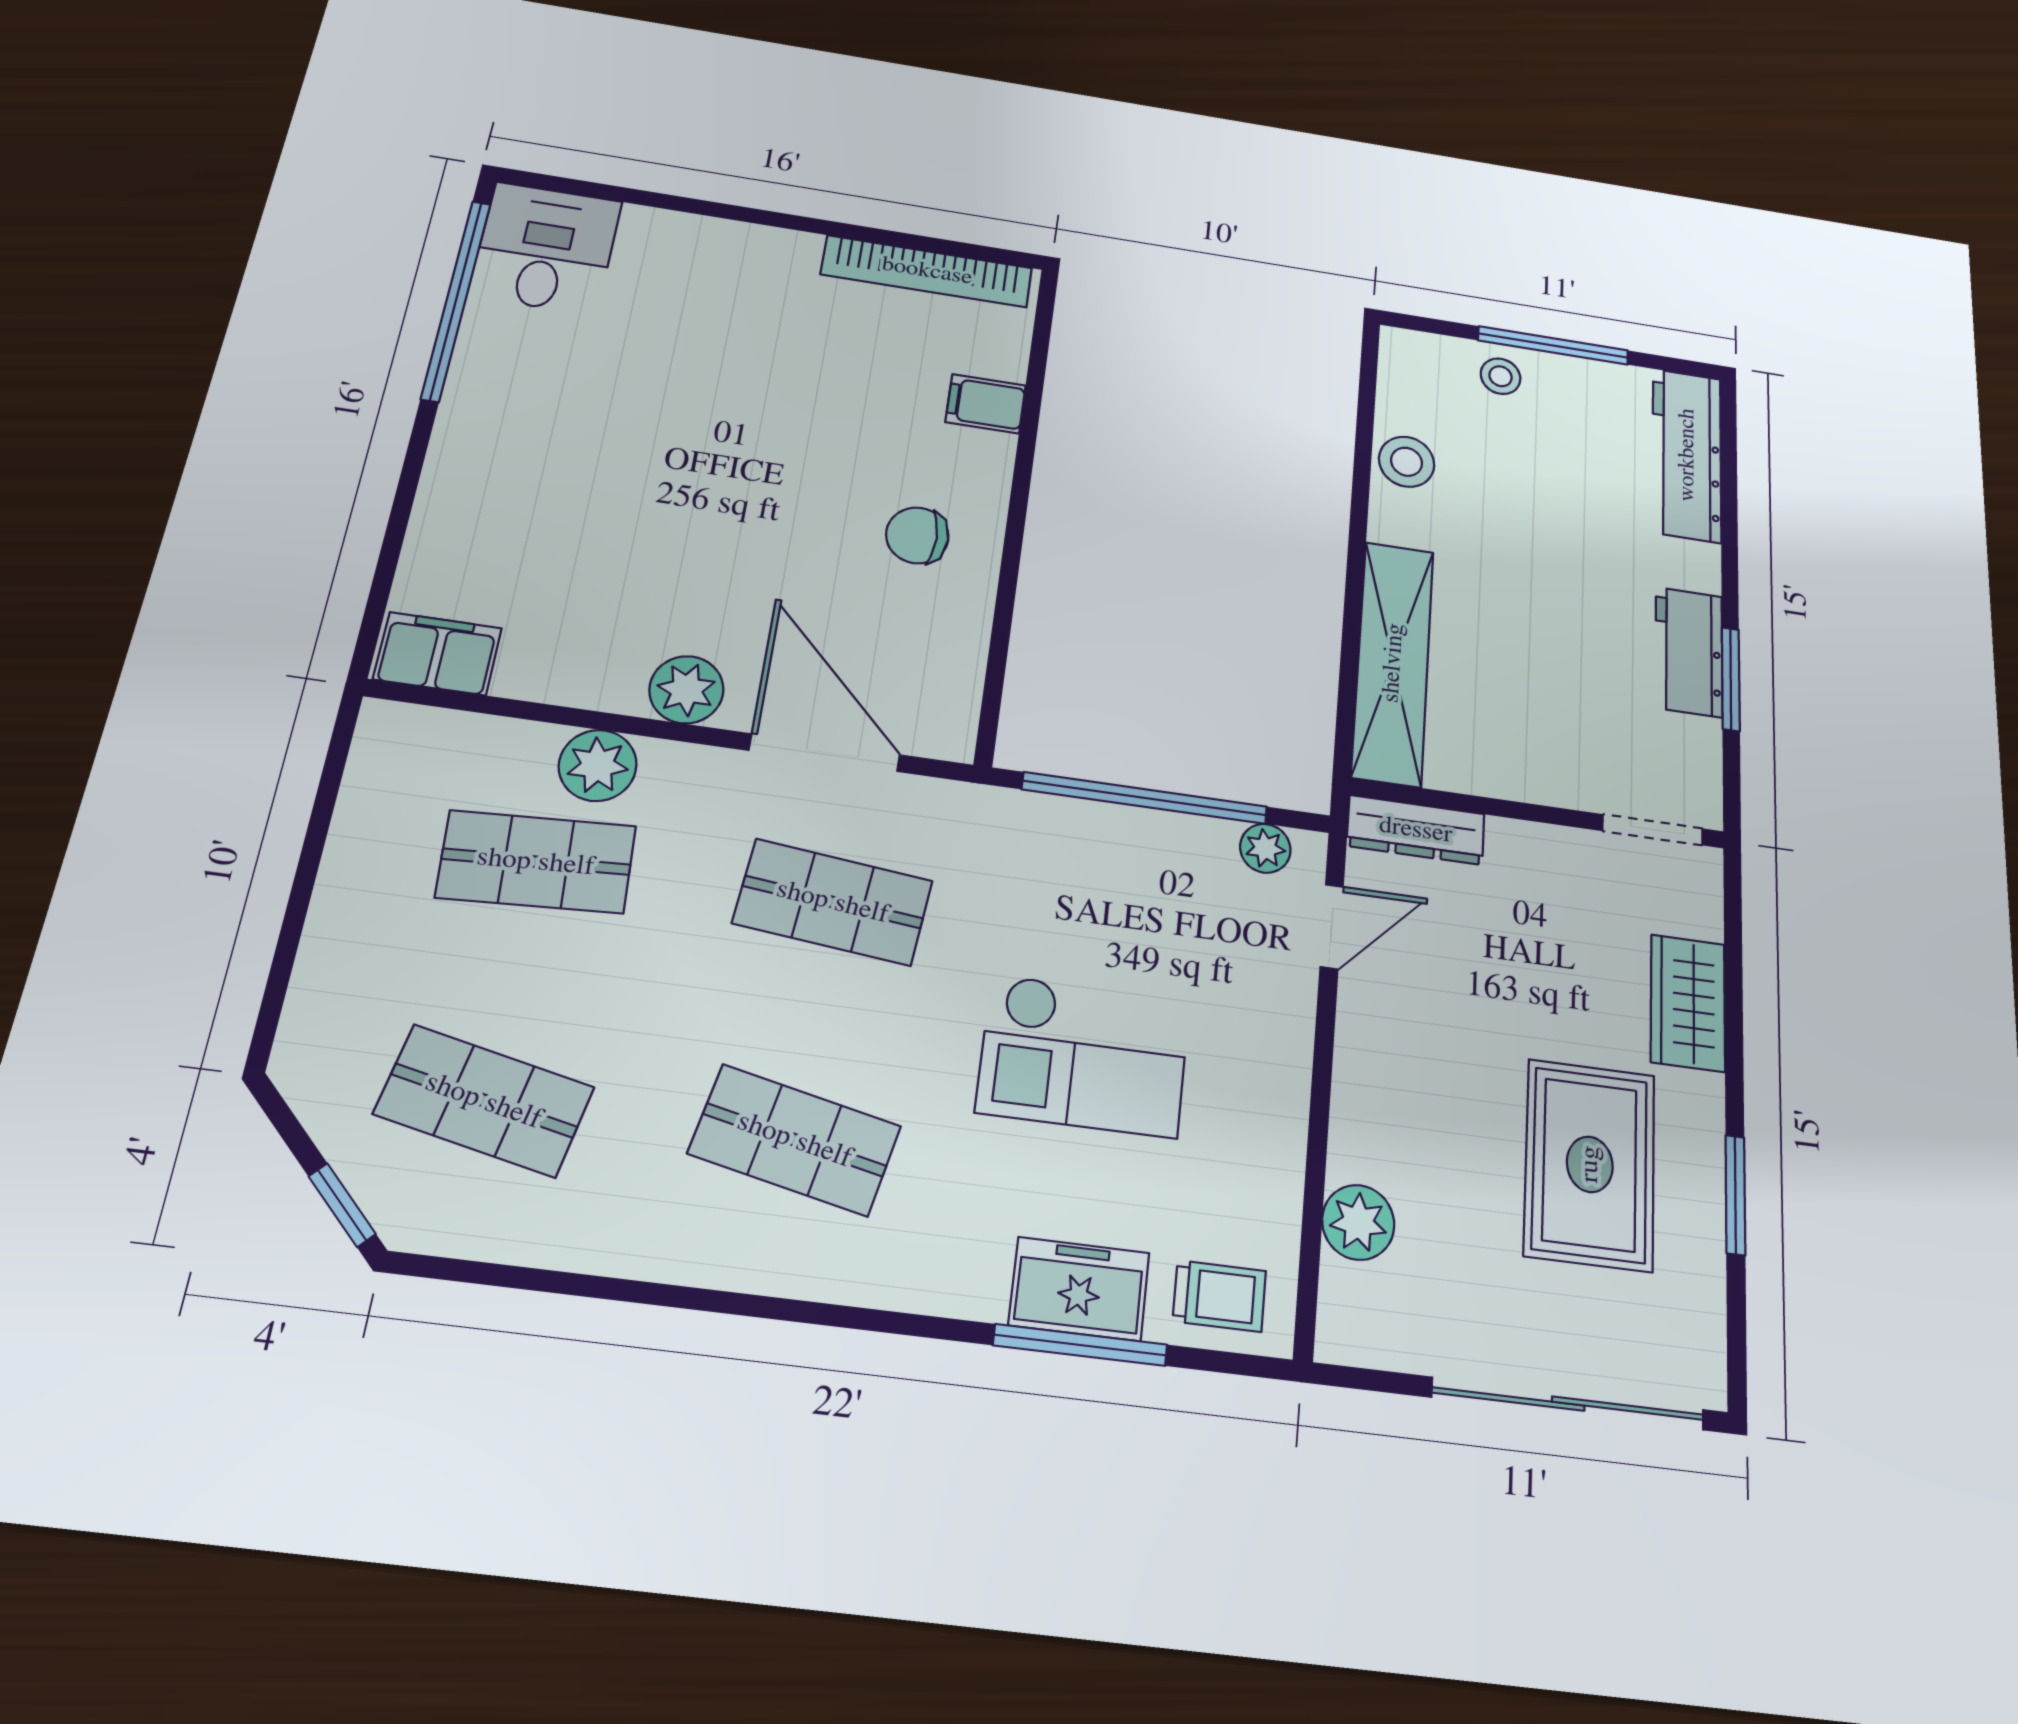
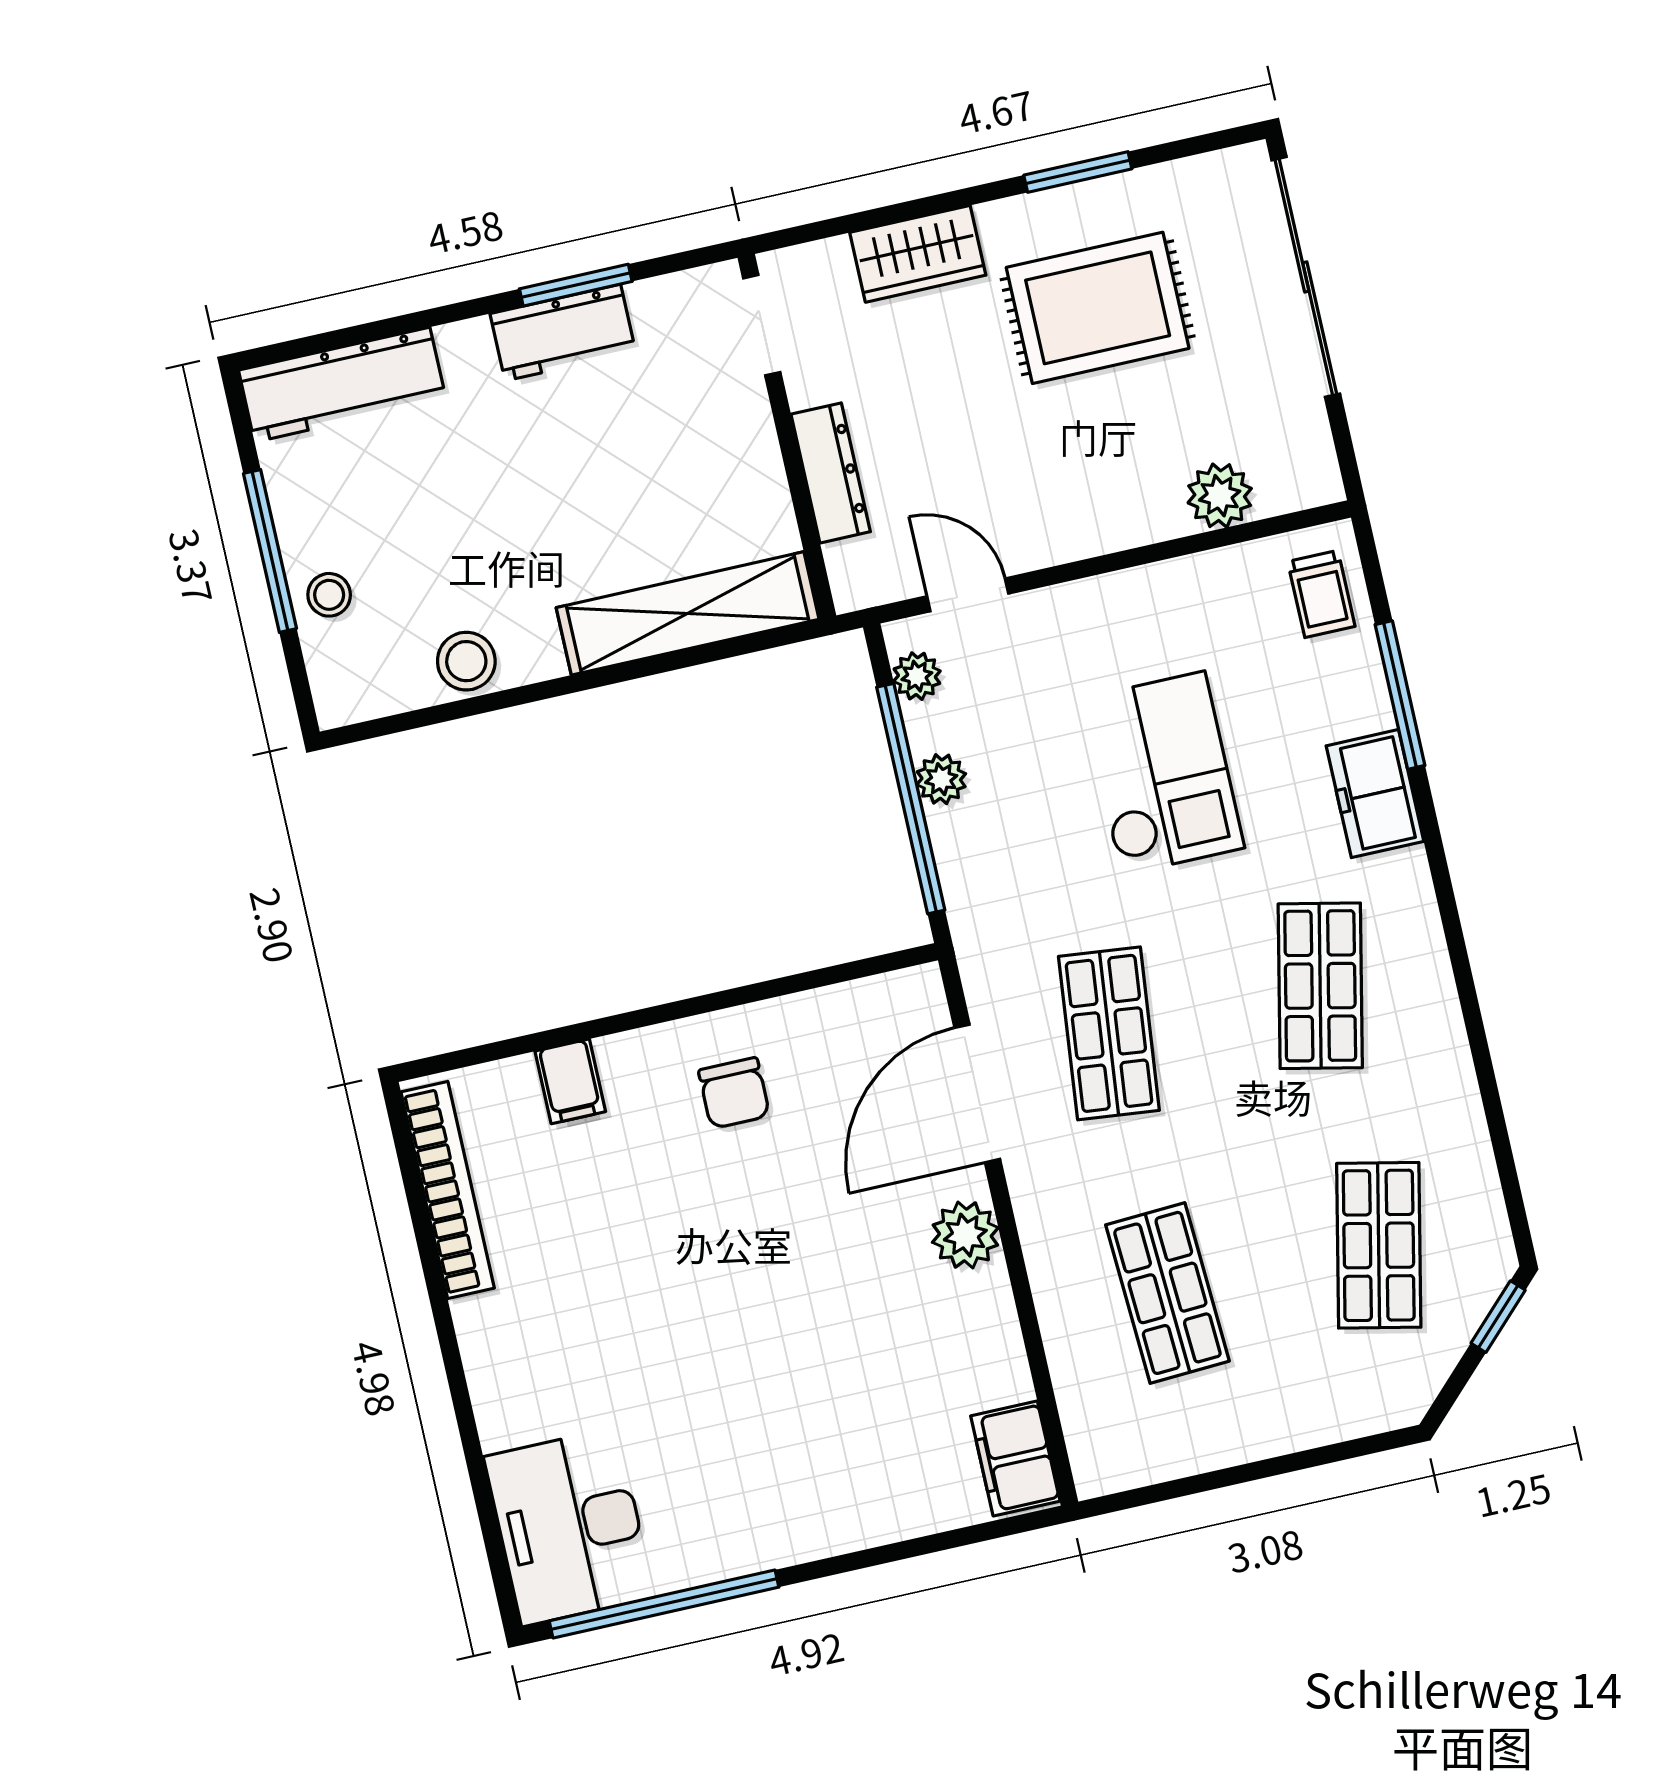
desk: (546, 248) -> (569, 1527), width x1.37
plant: (598, 765) -> (941, 779), moved, width x0.73, depth x0.73
dresser: (1416, 830) -> (831, 473), moved
freezer: (1079, 1289) -> (1375, 794), moved
trolley: (1219, 1296) -> (1321, 594), turned 180

